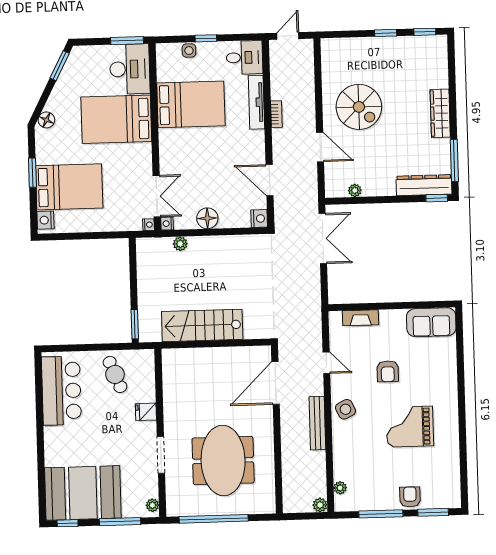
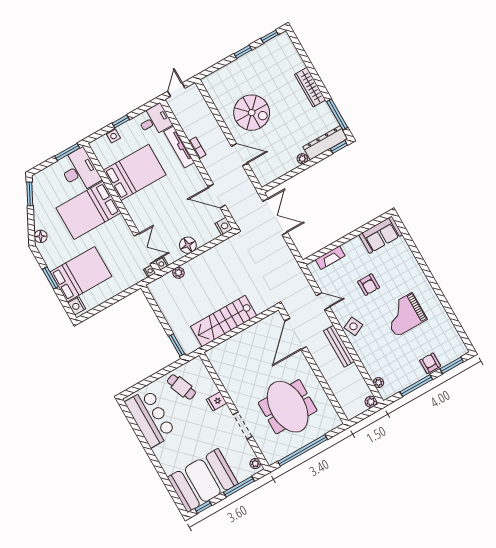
plant: (355, 190) -> (302, 159), moved

